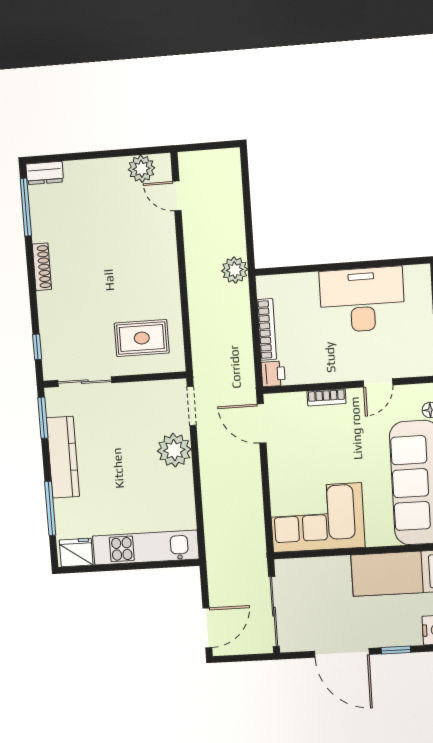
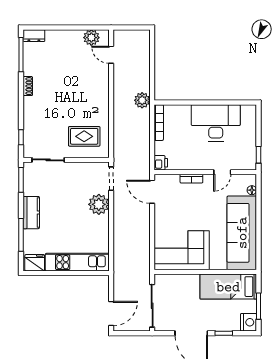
shoe rack: (42, 267) -> (28, 86), width x0.70
bookcase: (267, 329) -> (159, 123), moved
kitchen counter: (63, 457) -> (31, 213), width x0.67

